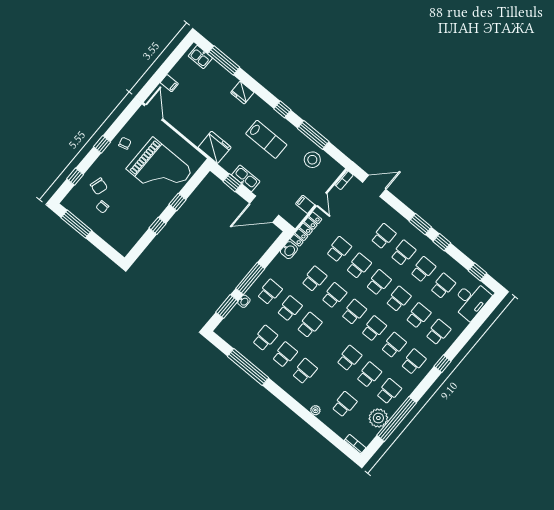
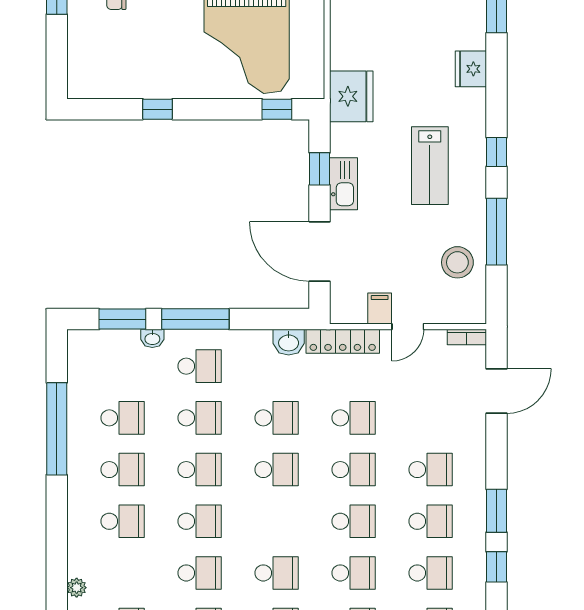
door: (374, 186) -> (496, 391), hinge flipped
window: (177, 202) -> (277, 109), moved
school desk: (354, 312) -> (200, 521), moved

